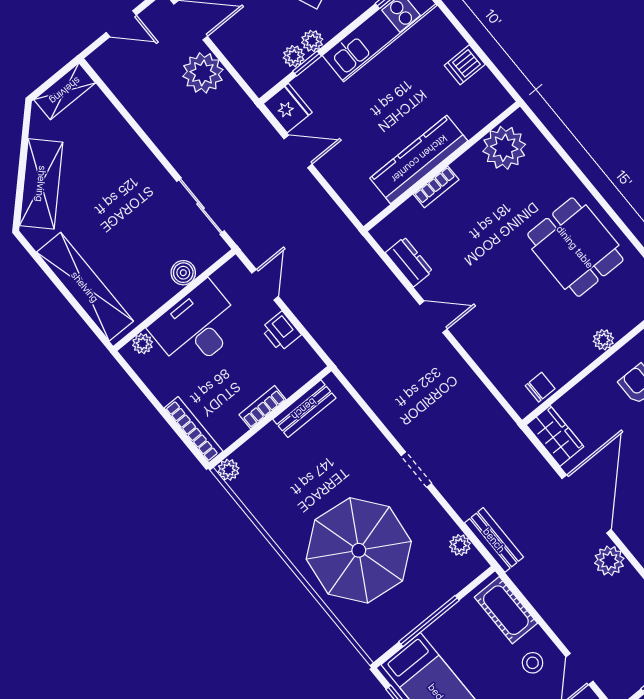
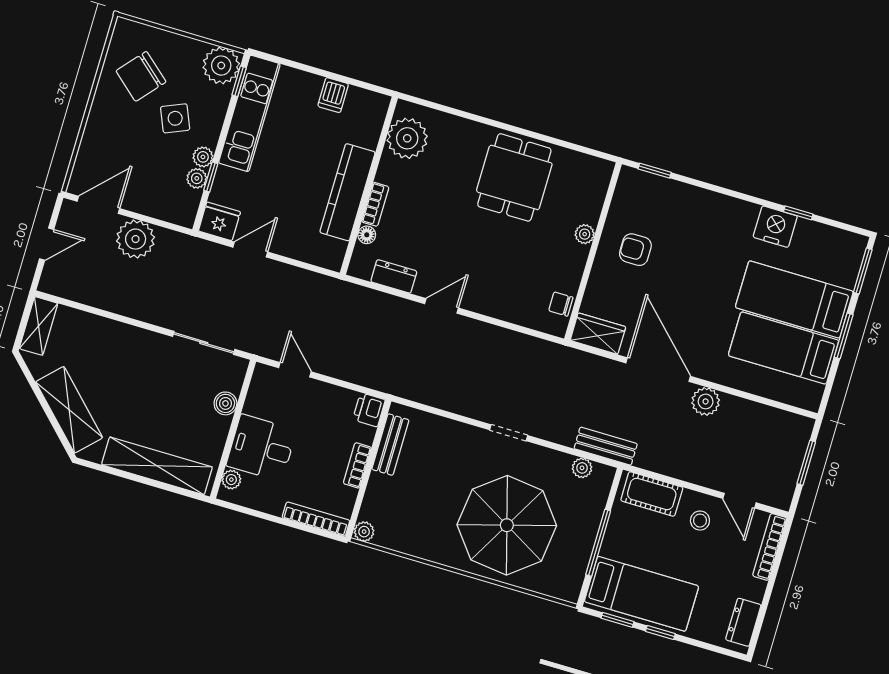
floor lamp: (410, 209) -> (367, 235), added
dining table: (575, 247) -> (514, 177), turned 90
desk: (197, 327) -> (261, 448), width x0.73
printer: (281, 332) -> (369, 410), moved, turned 90
chair: (540, 387) -> (561, 304), turned -90

